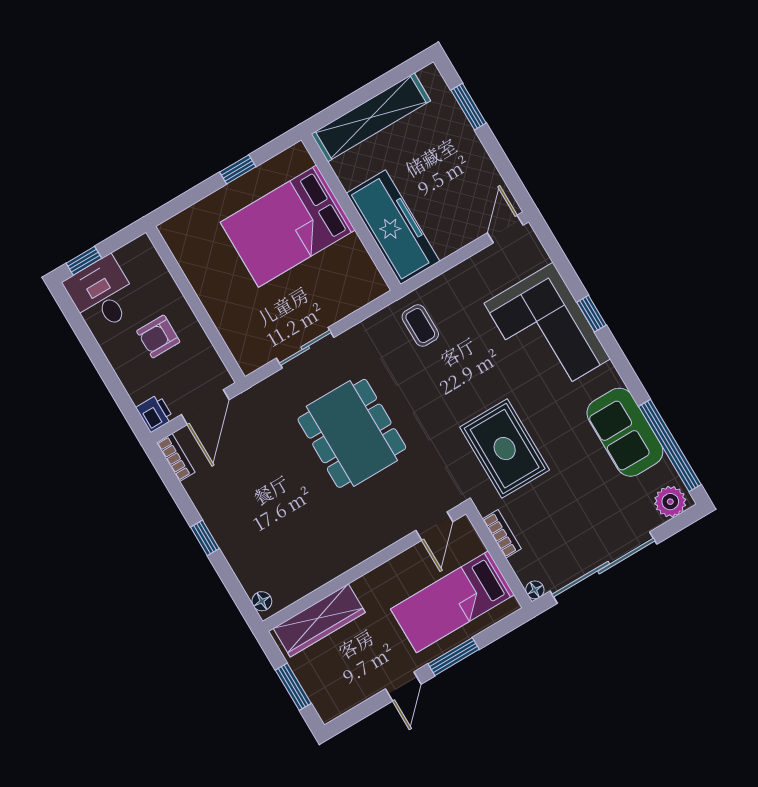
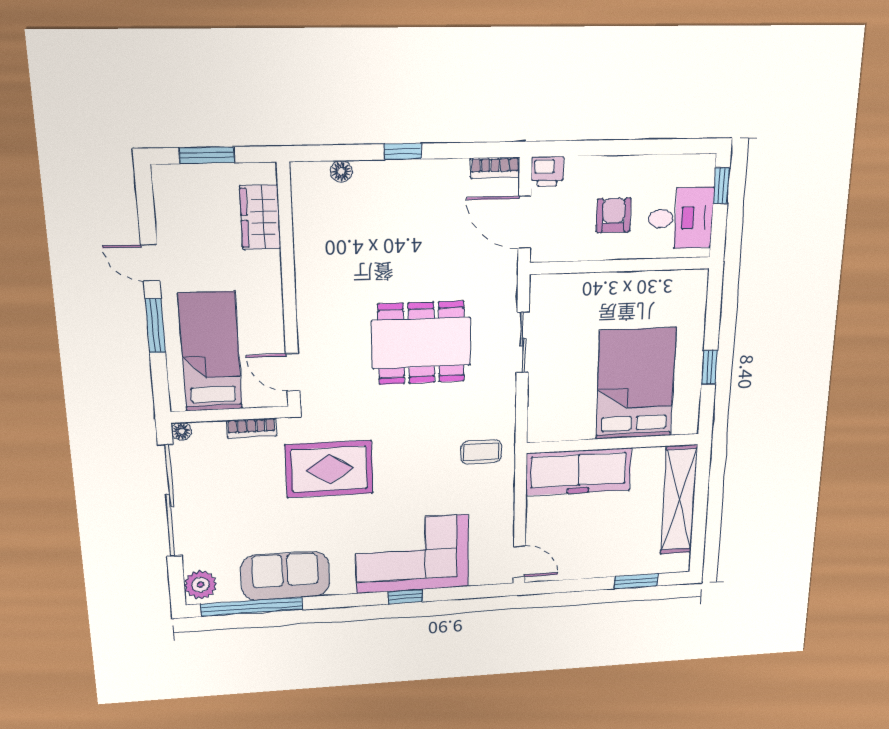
desk: (102, 294) -> (681, 218), moved
floor lamp: (262, 601) -> (341, 171), moved
wardrobe: (319, 620) -> (260, 217), width x0.67

